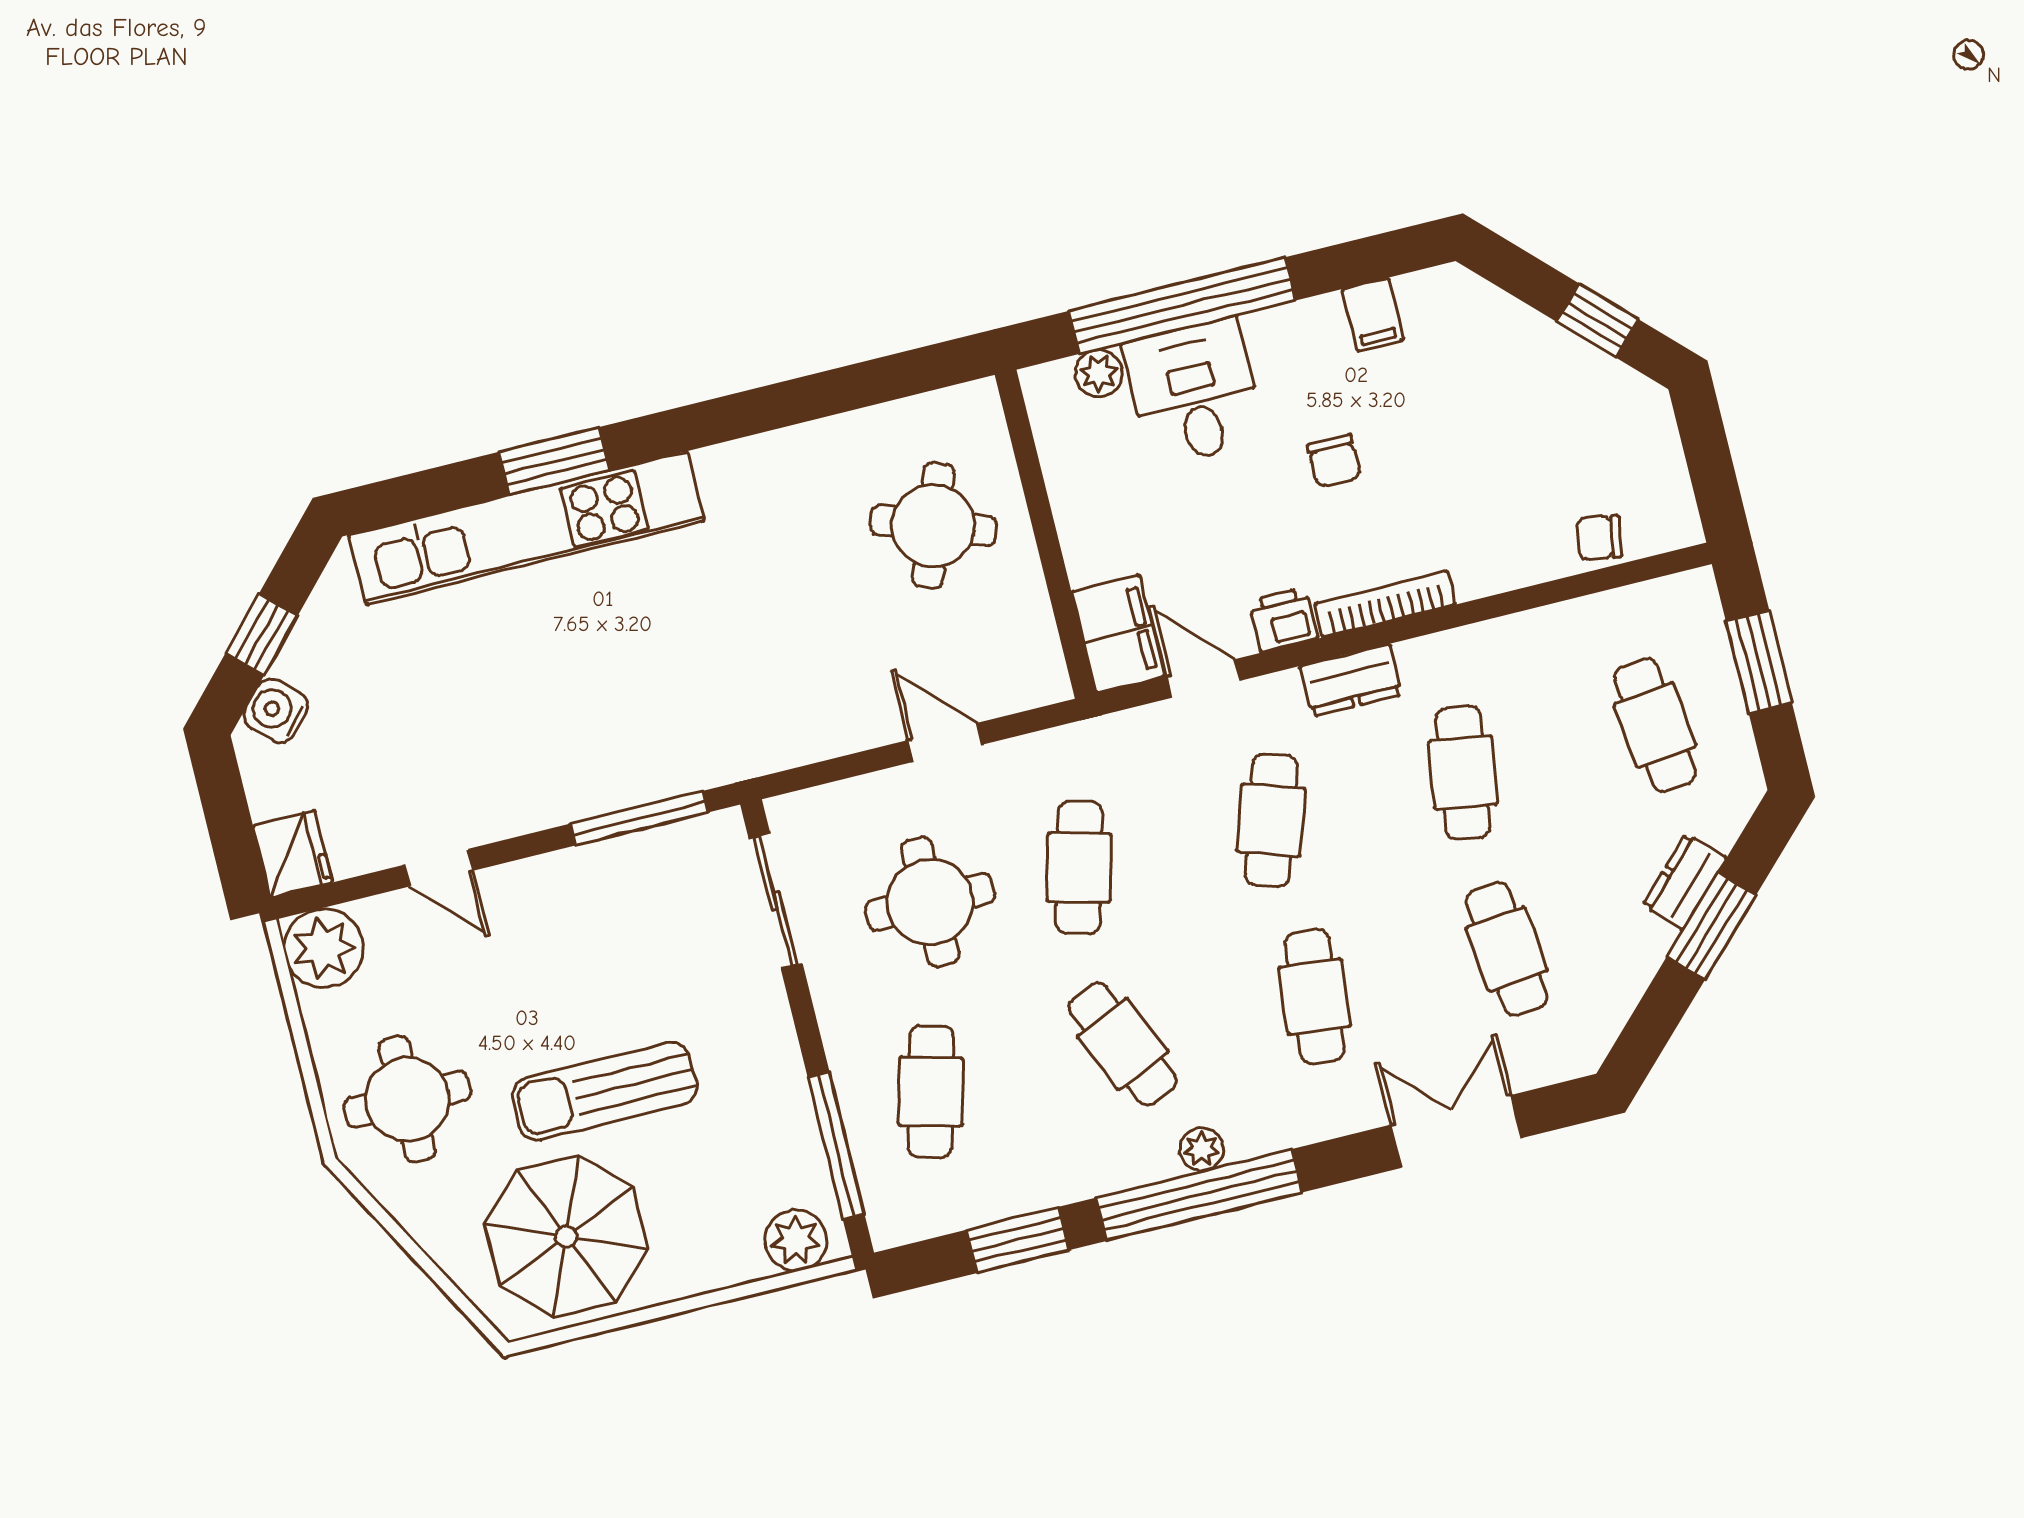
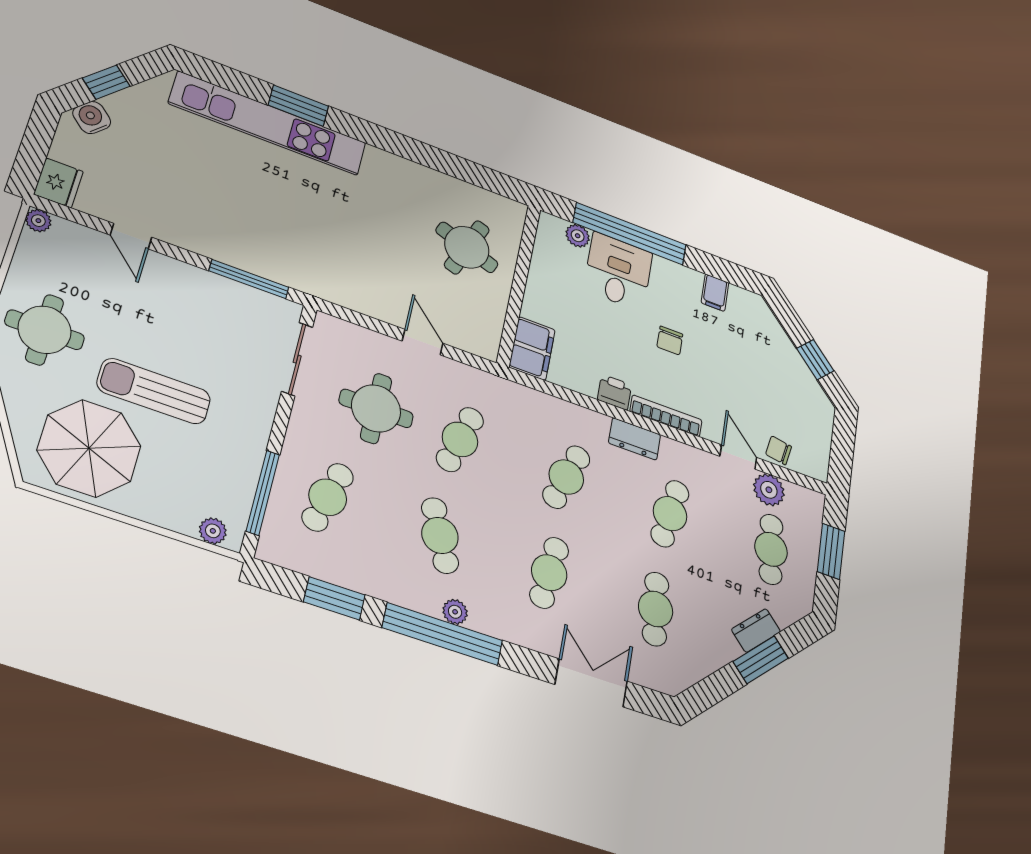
plant: (1610, 621) -> (769, 490), added
door: (1203, 678) -> (738, 457), moved
plant: (324, 948) -> (38, 221), width x0.53, depth x0.53
plant: (796, 1240) -> (213, 531), width x0.73, depth x0.73

